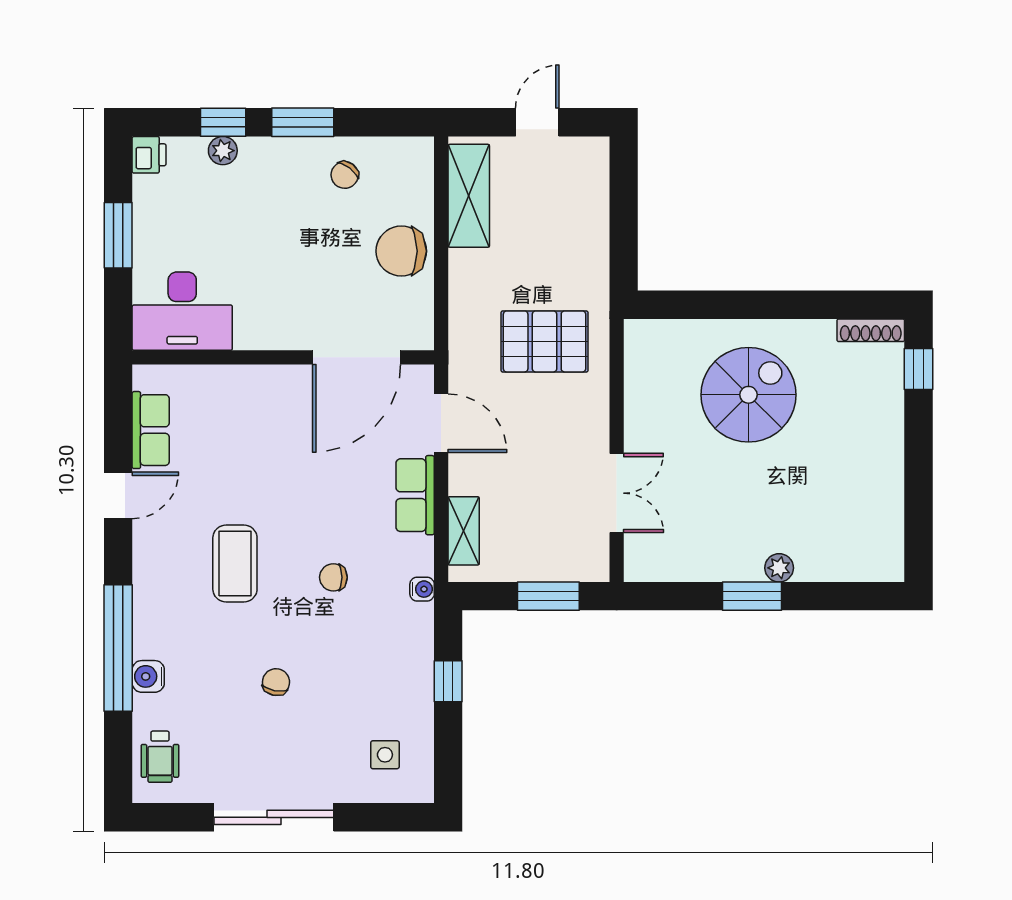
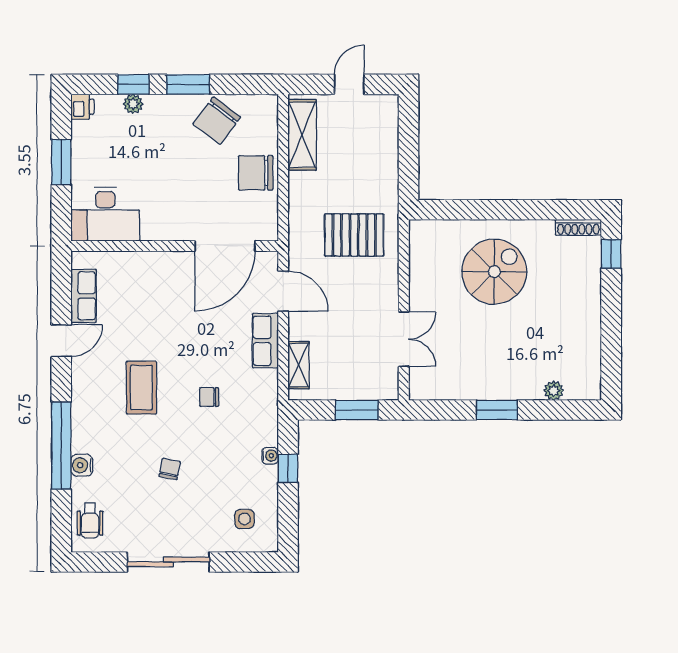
chair: (345, 175) -> (217, 121), width x1.87, depth x1.87
plant: (779, 568) -> (554, 391), moved
water cooler: (422, 589) -> (270, 456), moved

